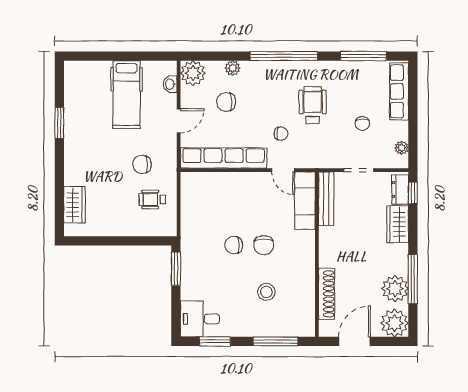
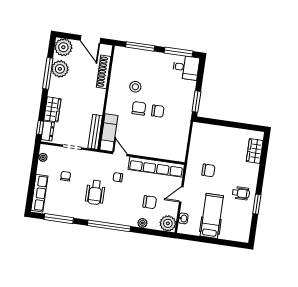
wheelchair: (152, 199) -> (241, 193), moved
stool: (266, 292) -> (135, 87), moved
window: (215, 341) -> (178, 52), width x1.44
door: (354, 341) -> (90, 39), hinge flipped

